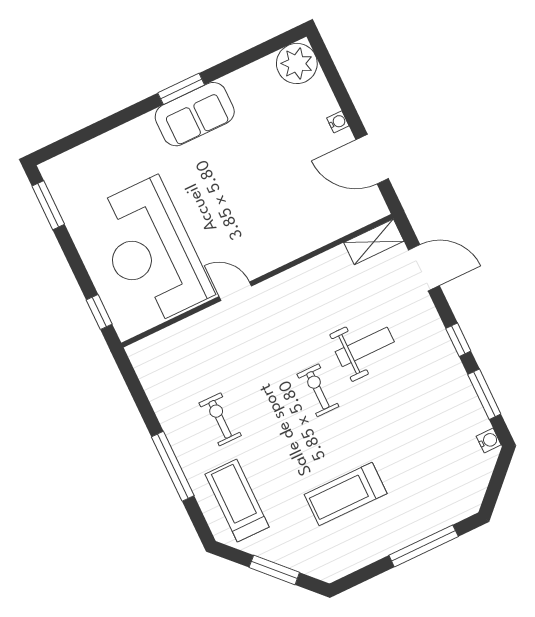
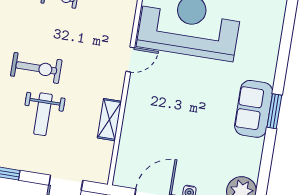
shelving: (374, 242) -> (109, 120), moved
exercise bike: (318, 390) -> (36, 68), width x1.38, depth x1.39

